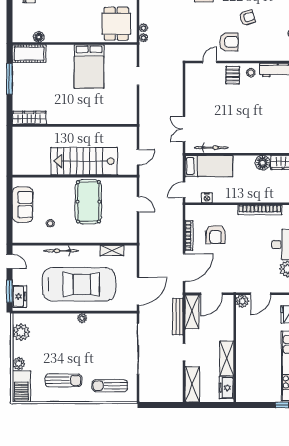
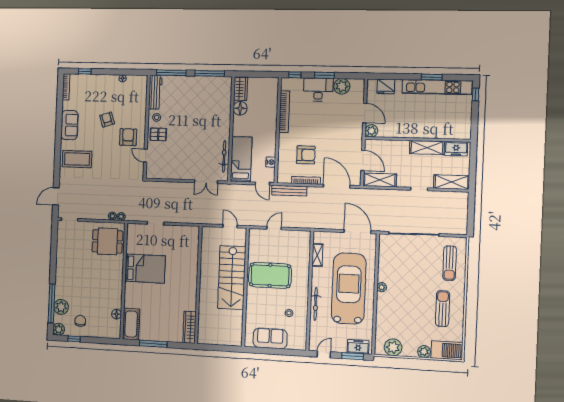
bench: (178, 317) -> (289, 191), moved

